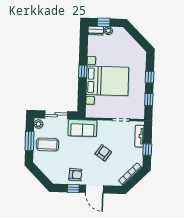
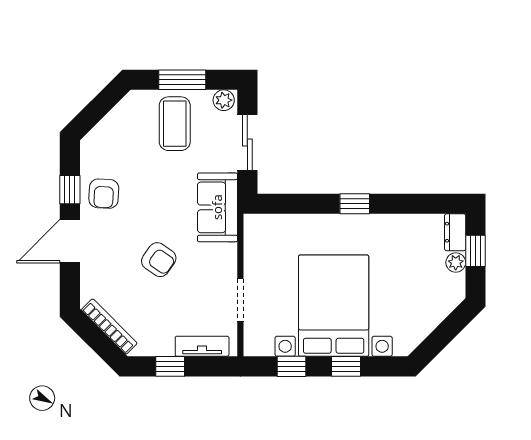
bed with nightstands: (107, 81) -> (334, 306), moved, turned 180

